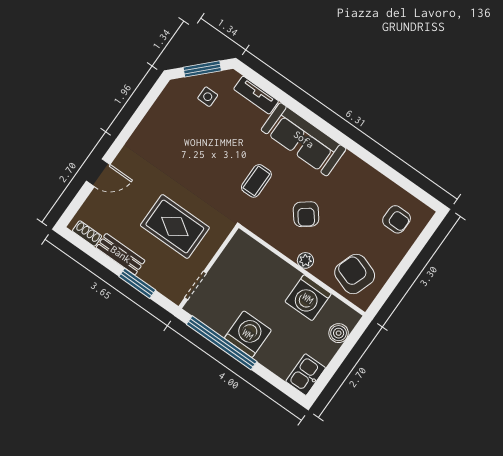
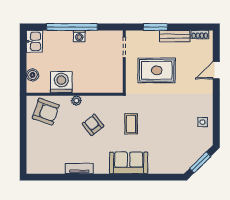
tv unit: (256, 95) -> (79, 168), moved
side table: (208, 97) -> (203, 122), moved
sofa: (304, 139) -> (129, 163), width x0.73
armchair: (397, 219) -> (44, 155), removed
washing machine: (248, 334) -> (79, 36), width x0.53, depth x0.53
window: (222, 343) -> (72, 27), moved

